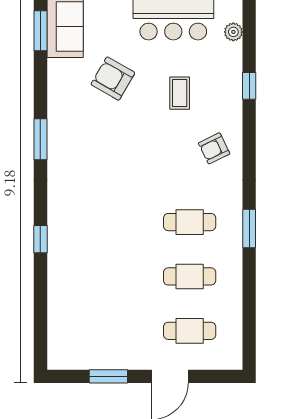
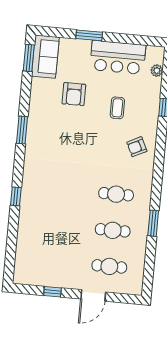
armchair: (113, 79) -> (74, 94), turned -120
window: (249, 228) -> (153, 223), moved
window: (108, 376) -> (53, 292), width x0.67

